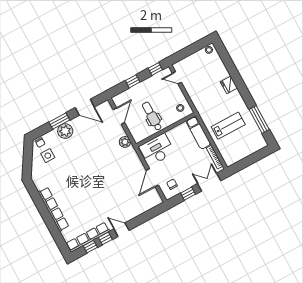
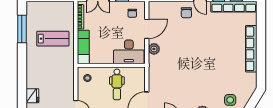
fridge: (229, 85) -> (32, 96), moved
lab bench: (228, 126) -> (53, 39), turned 180
plant: (125, 142) -> (154, 49), moved
chair: (126, 210) -> (186, 13), added

